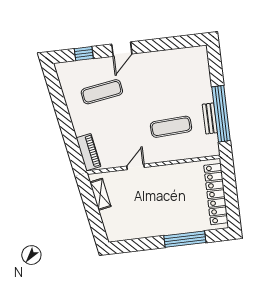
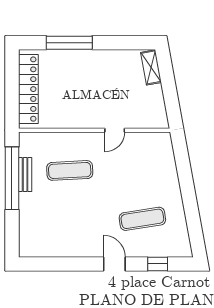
door: (122, 49) -> (114, 264), hinge flipped
piano: (89, 152) -> (165, 153), removed
shelving: (100, 194) -> (151, 67), moved

